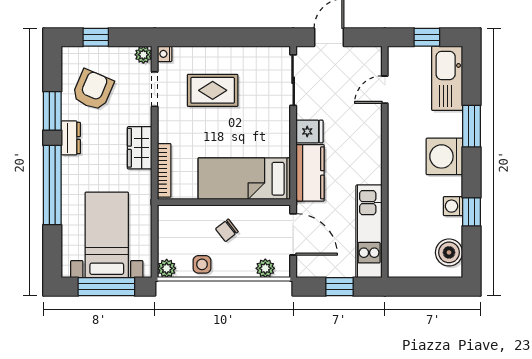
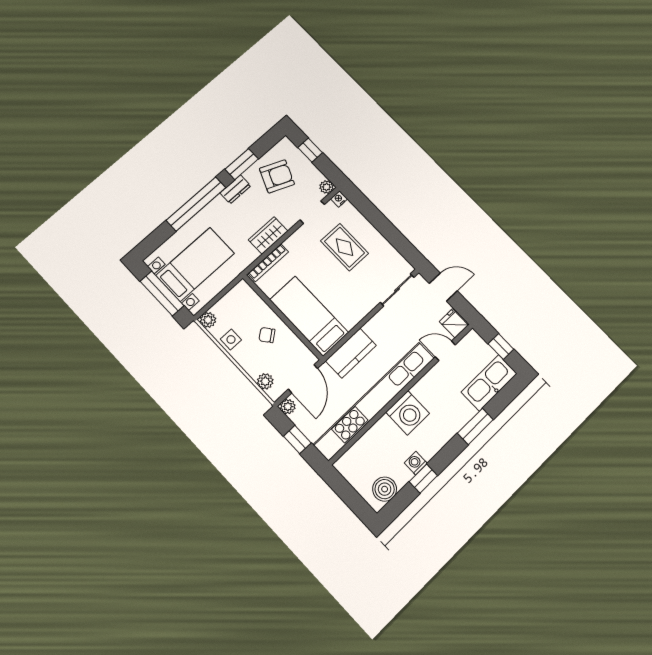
fridge: (309, 131) -> (454, 323), moved, turned 180
washing machine: (444, 156) -> (408, 413), moved, turned 180
kitchen unit: (369, 231) -> (374, 401), width x1.86
plant: (305, 269) -> (288, 407), added

